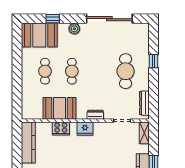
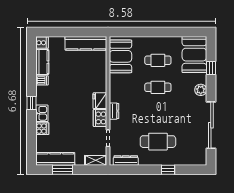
booth: (59, 108) -> (120, 56), moved
cooker: (61, 128) -> (100, 118), moved

